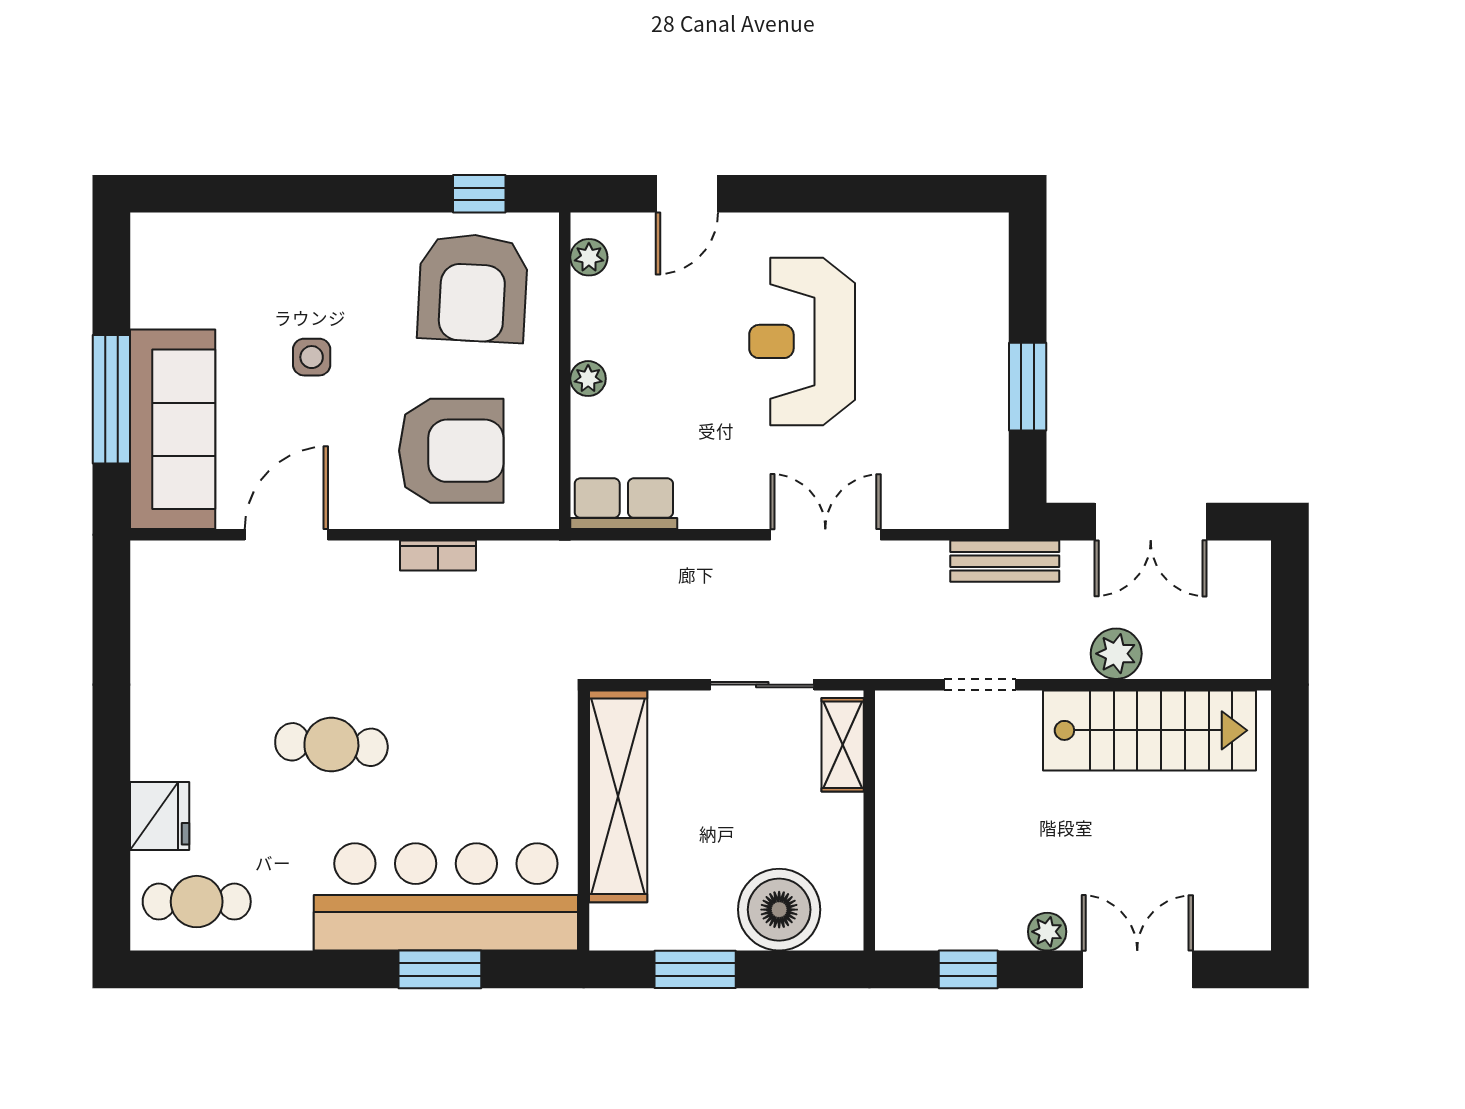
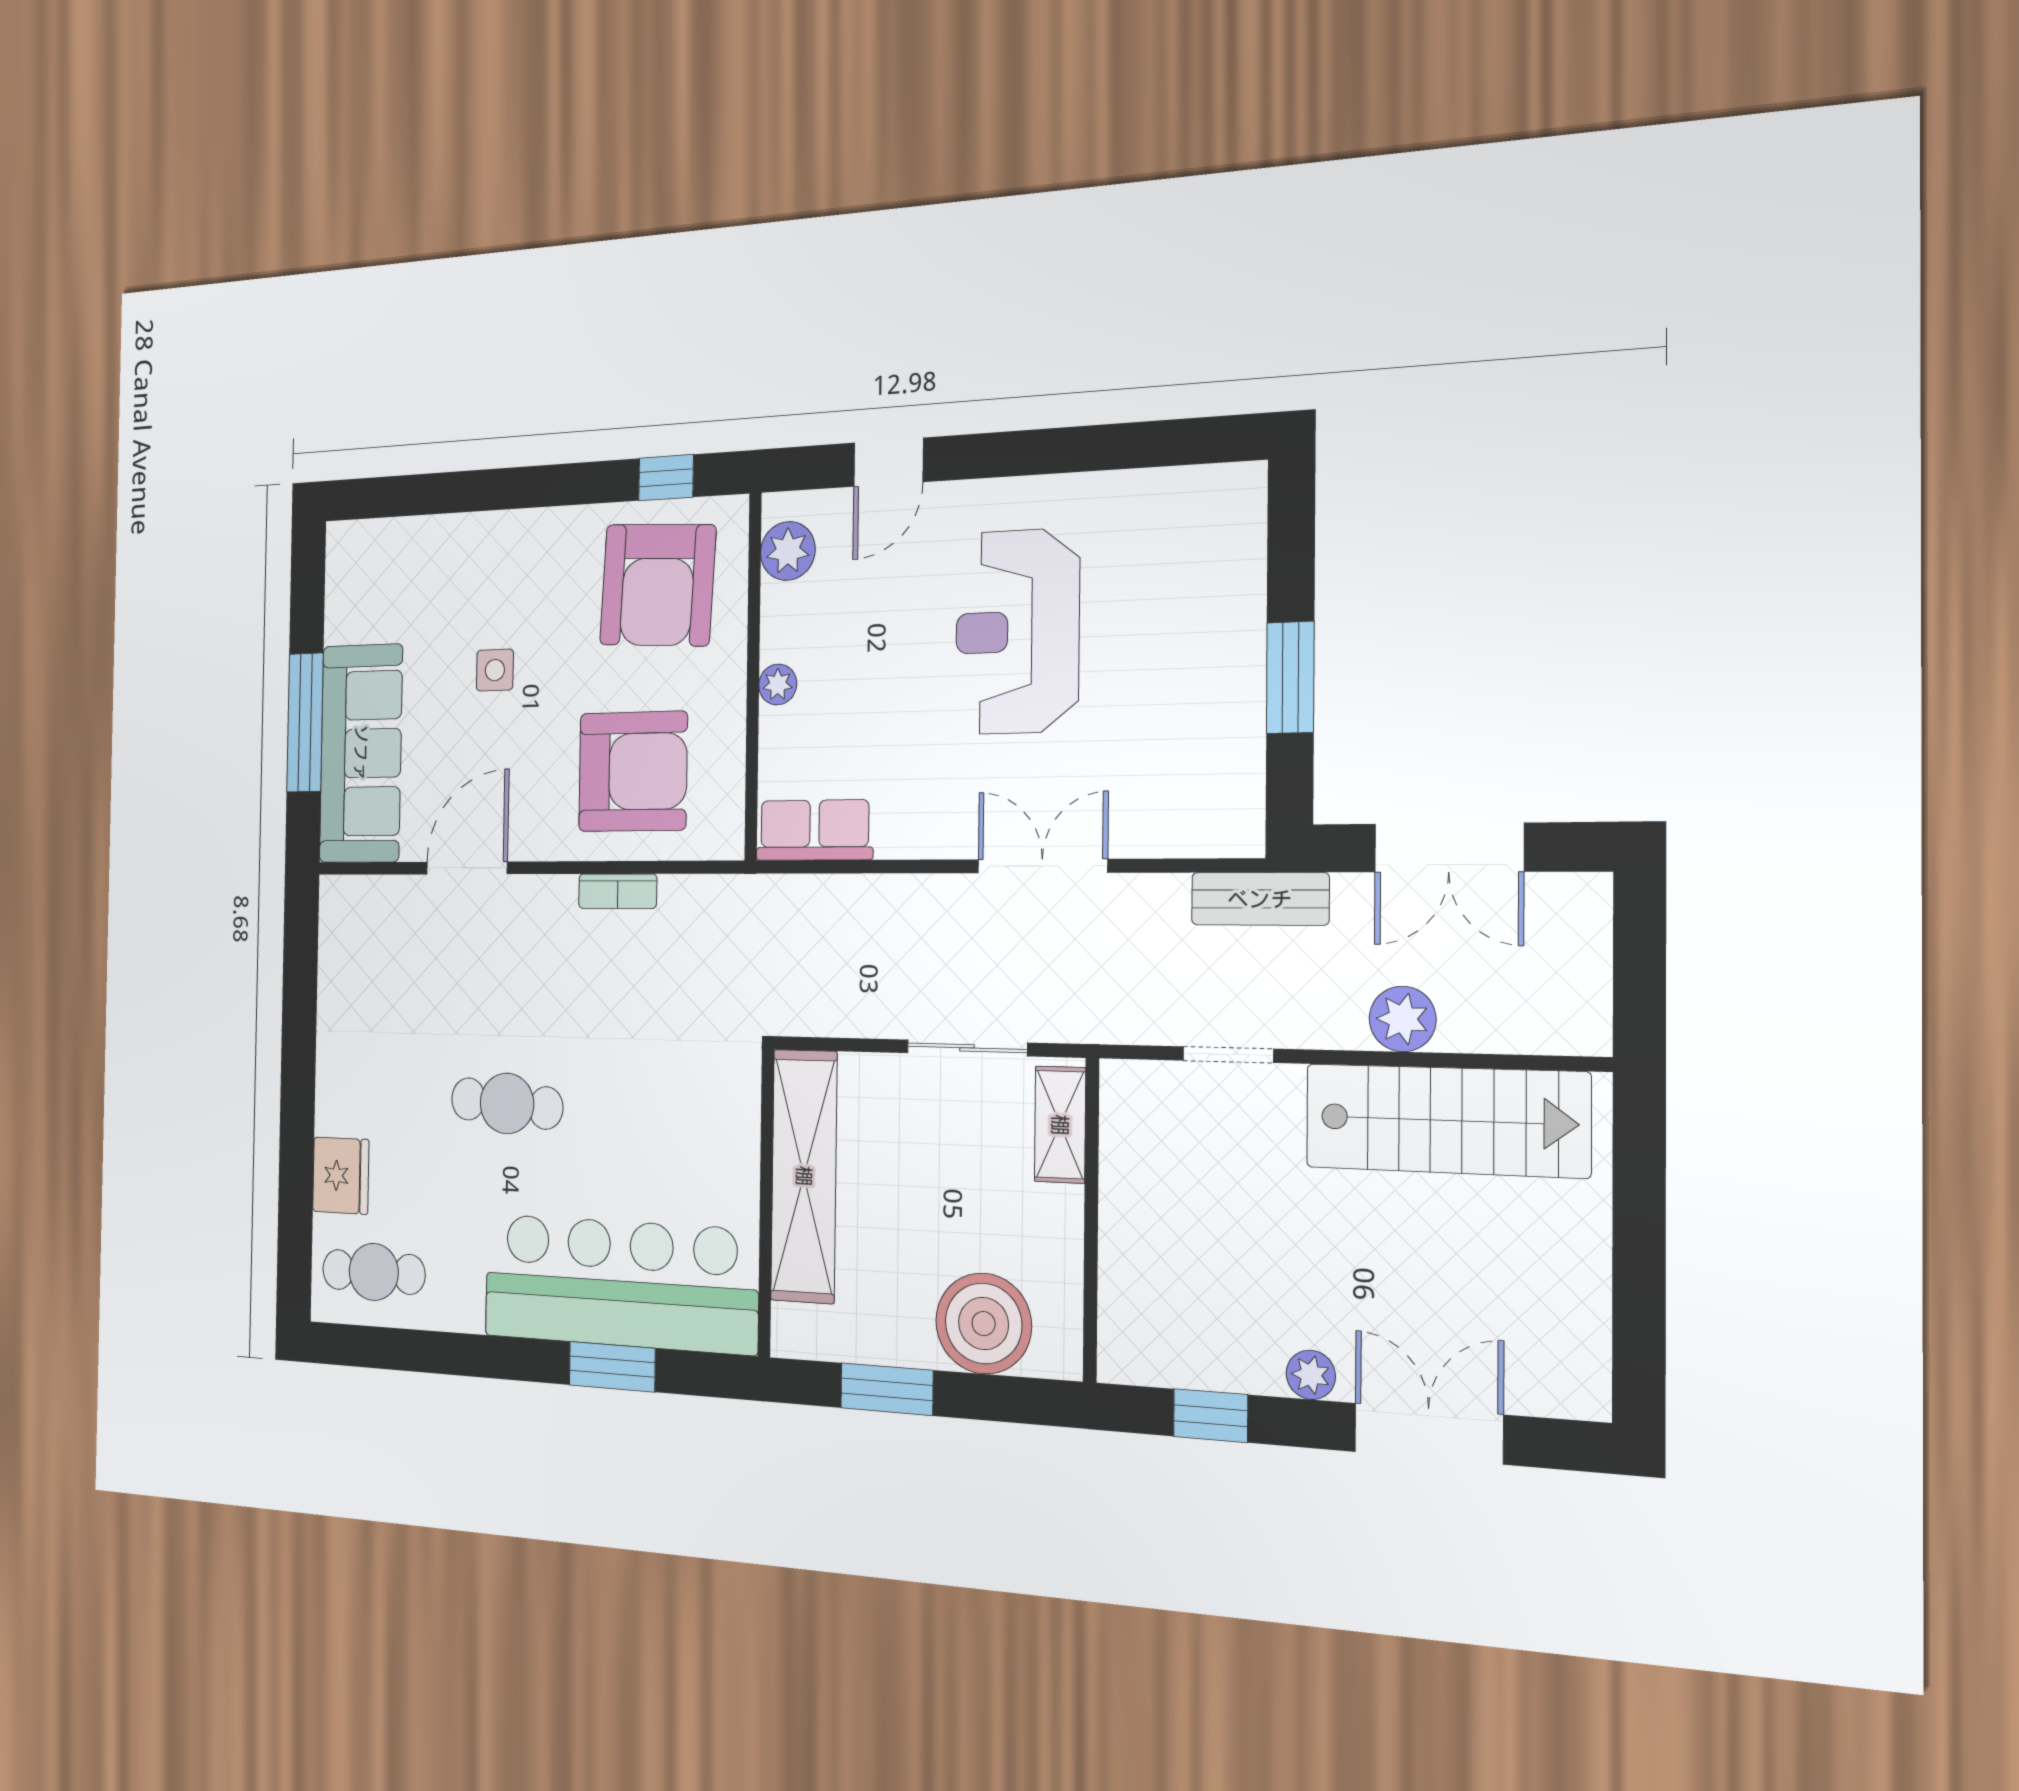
plant: (589, 257) -> (788, 551), width x1.38, depth x1.38

